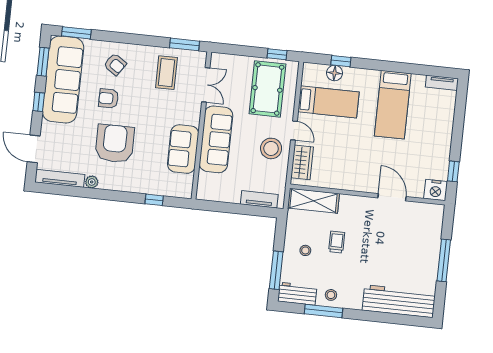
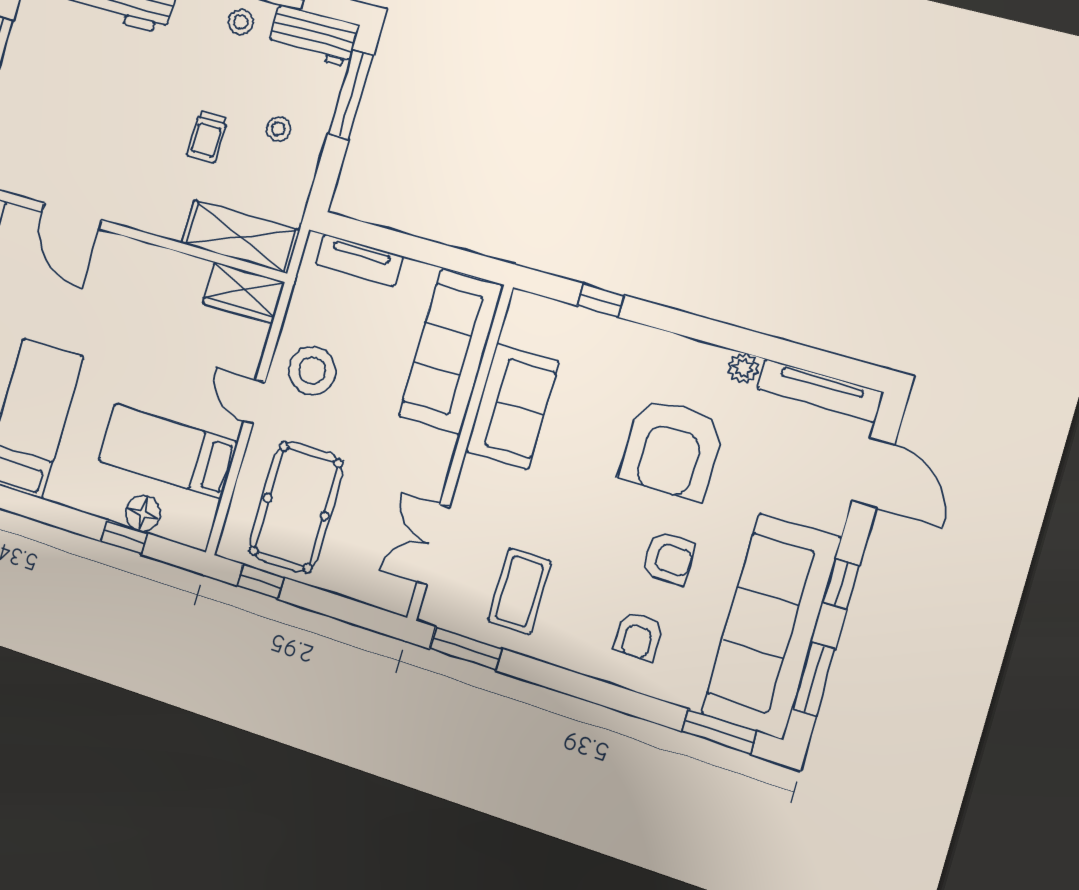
armchair: (115, 64) -> (638, 636), turned -124
sofa: (216, 139) -> (451, 351), moved
wardrobe: (302, 162) -> (244, 293), moved, turned -90

